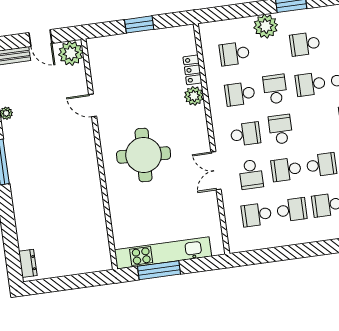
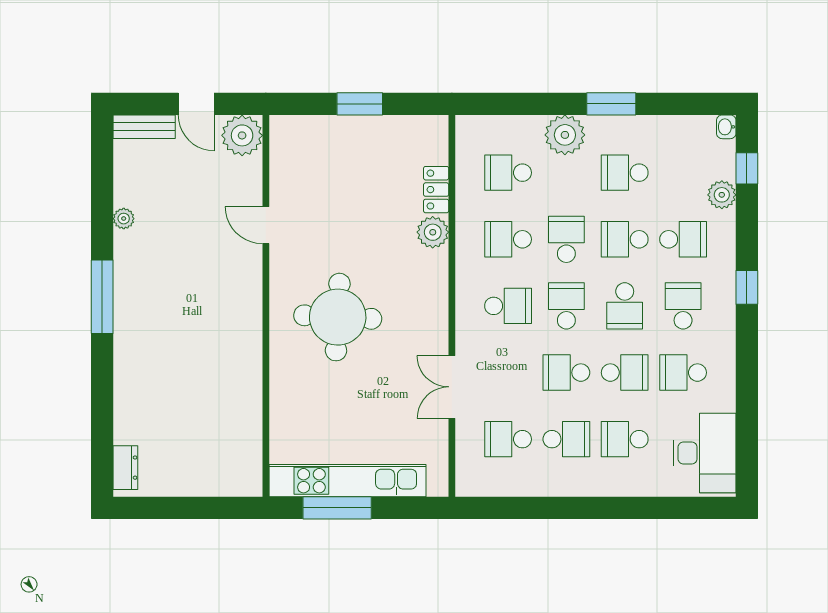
double door: (216, 171) -> (452, 387), moved
school desk: (251, 174) -> (625, 306), moved

